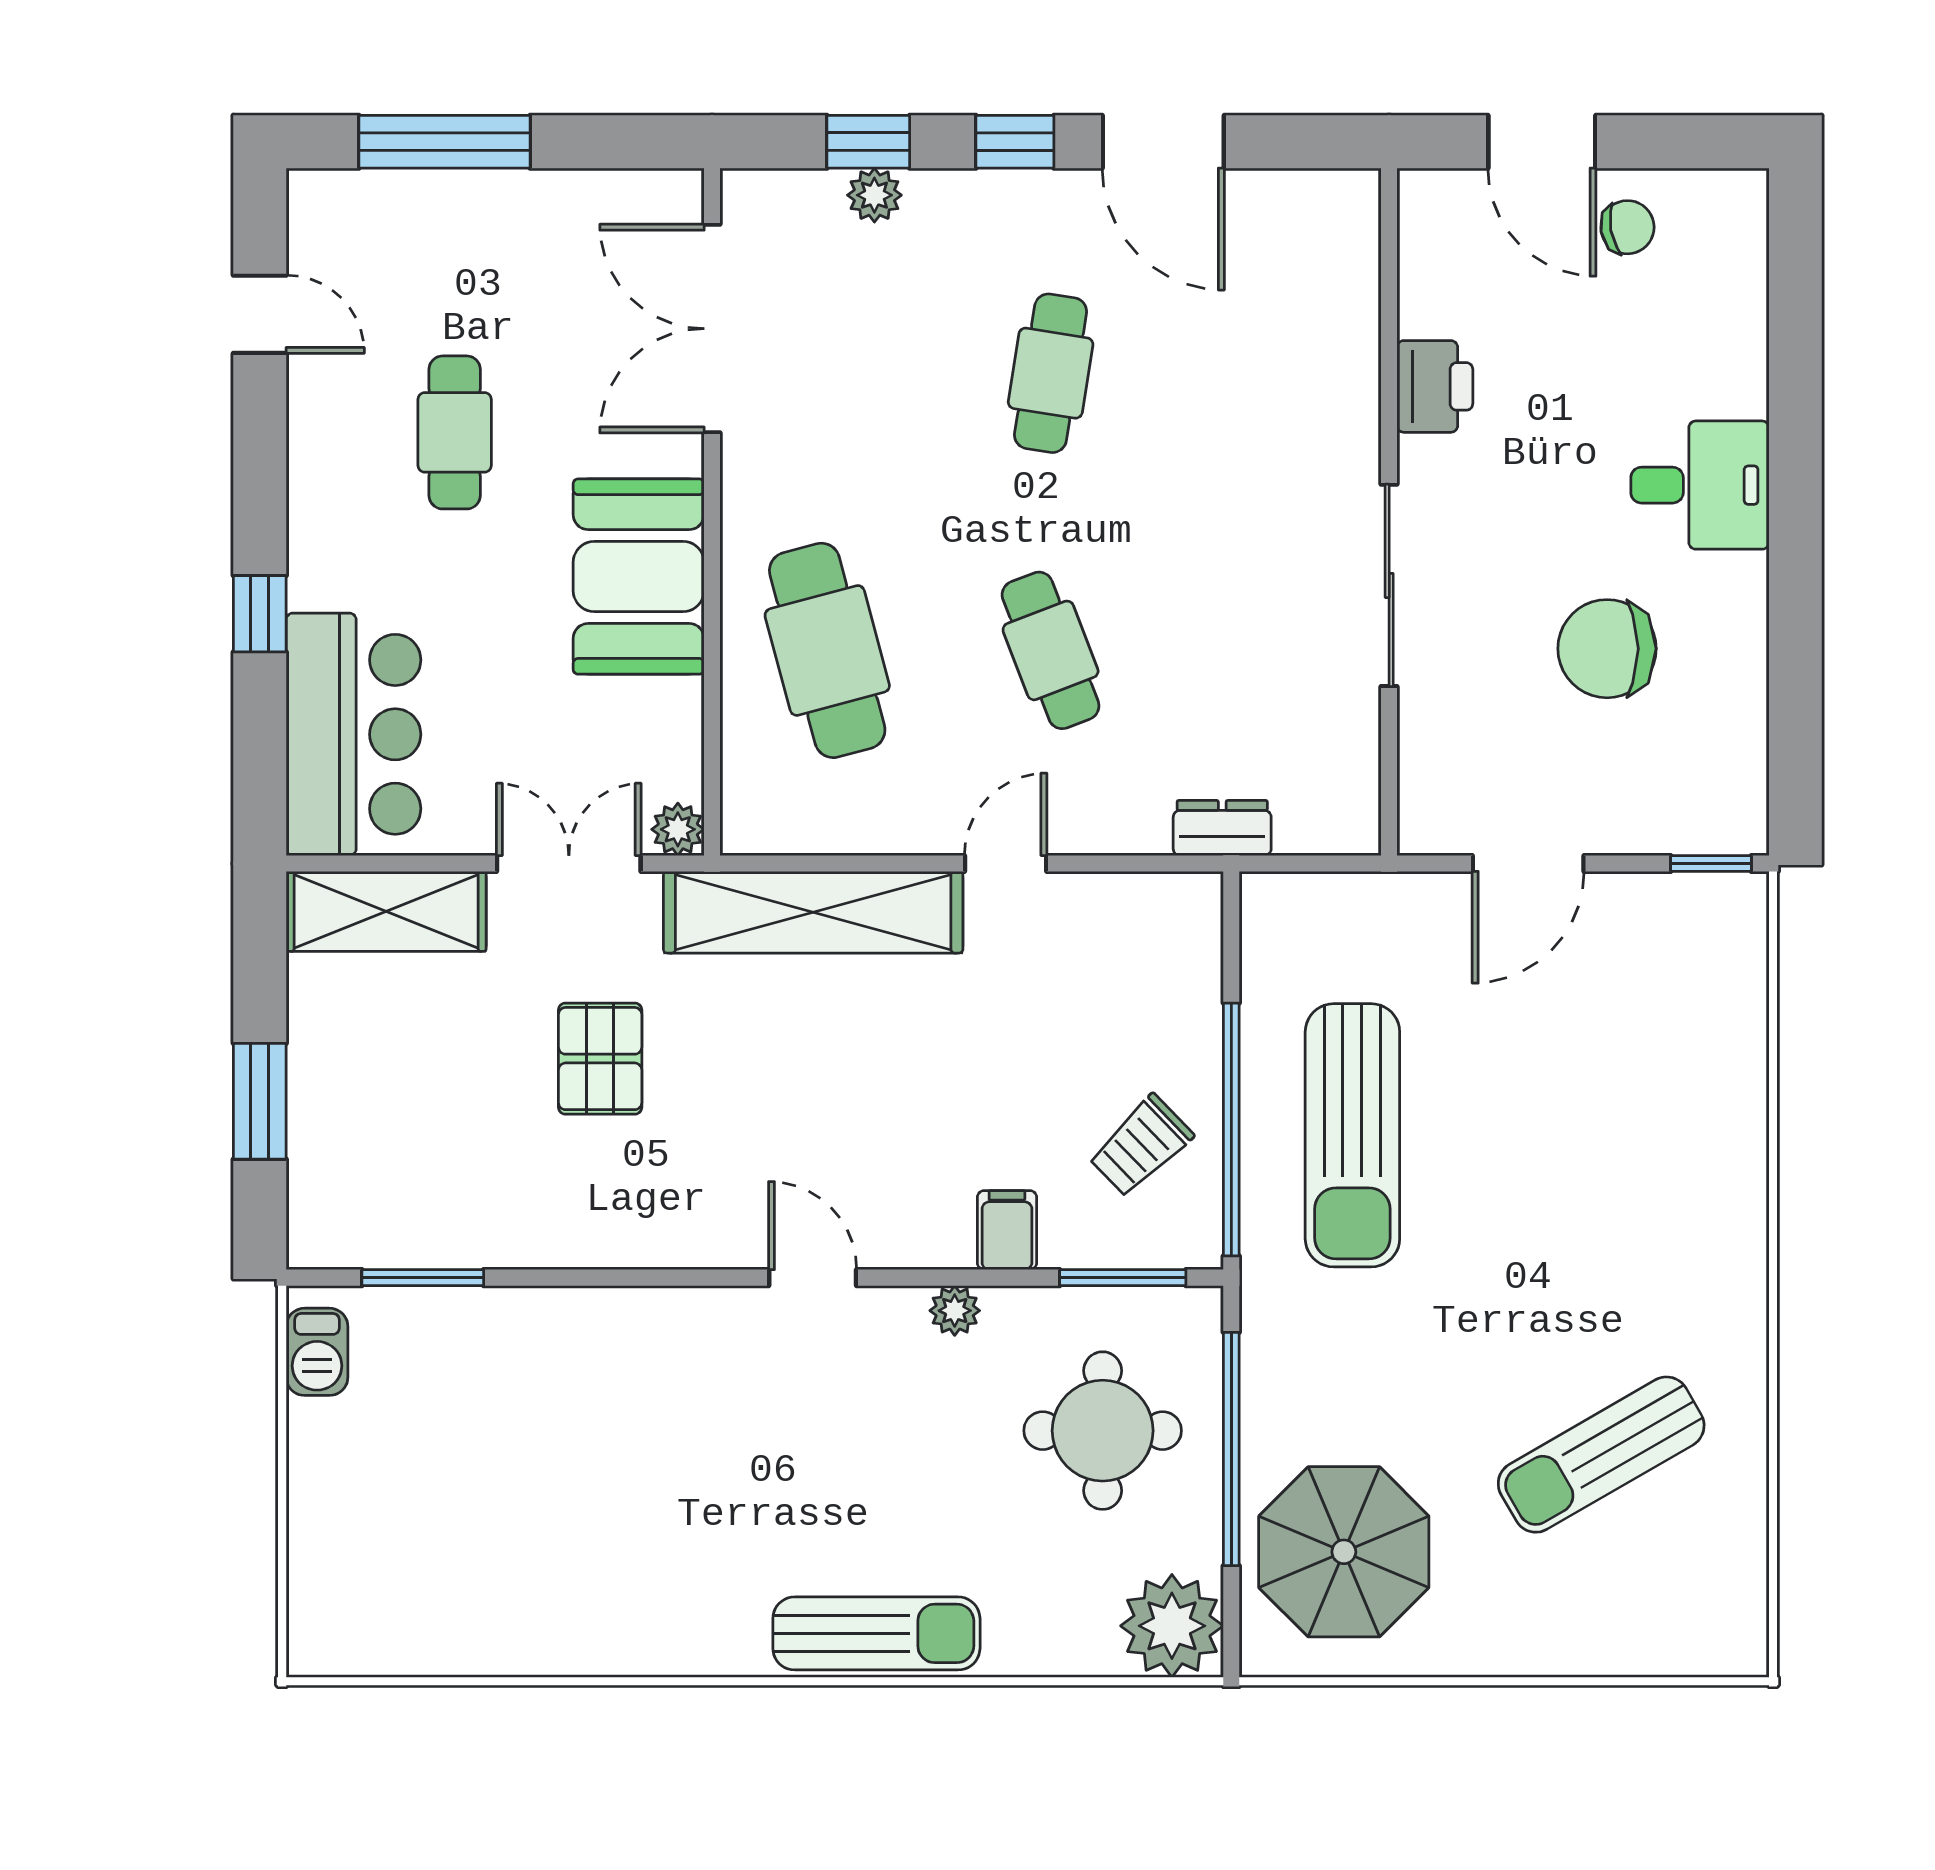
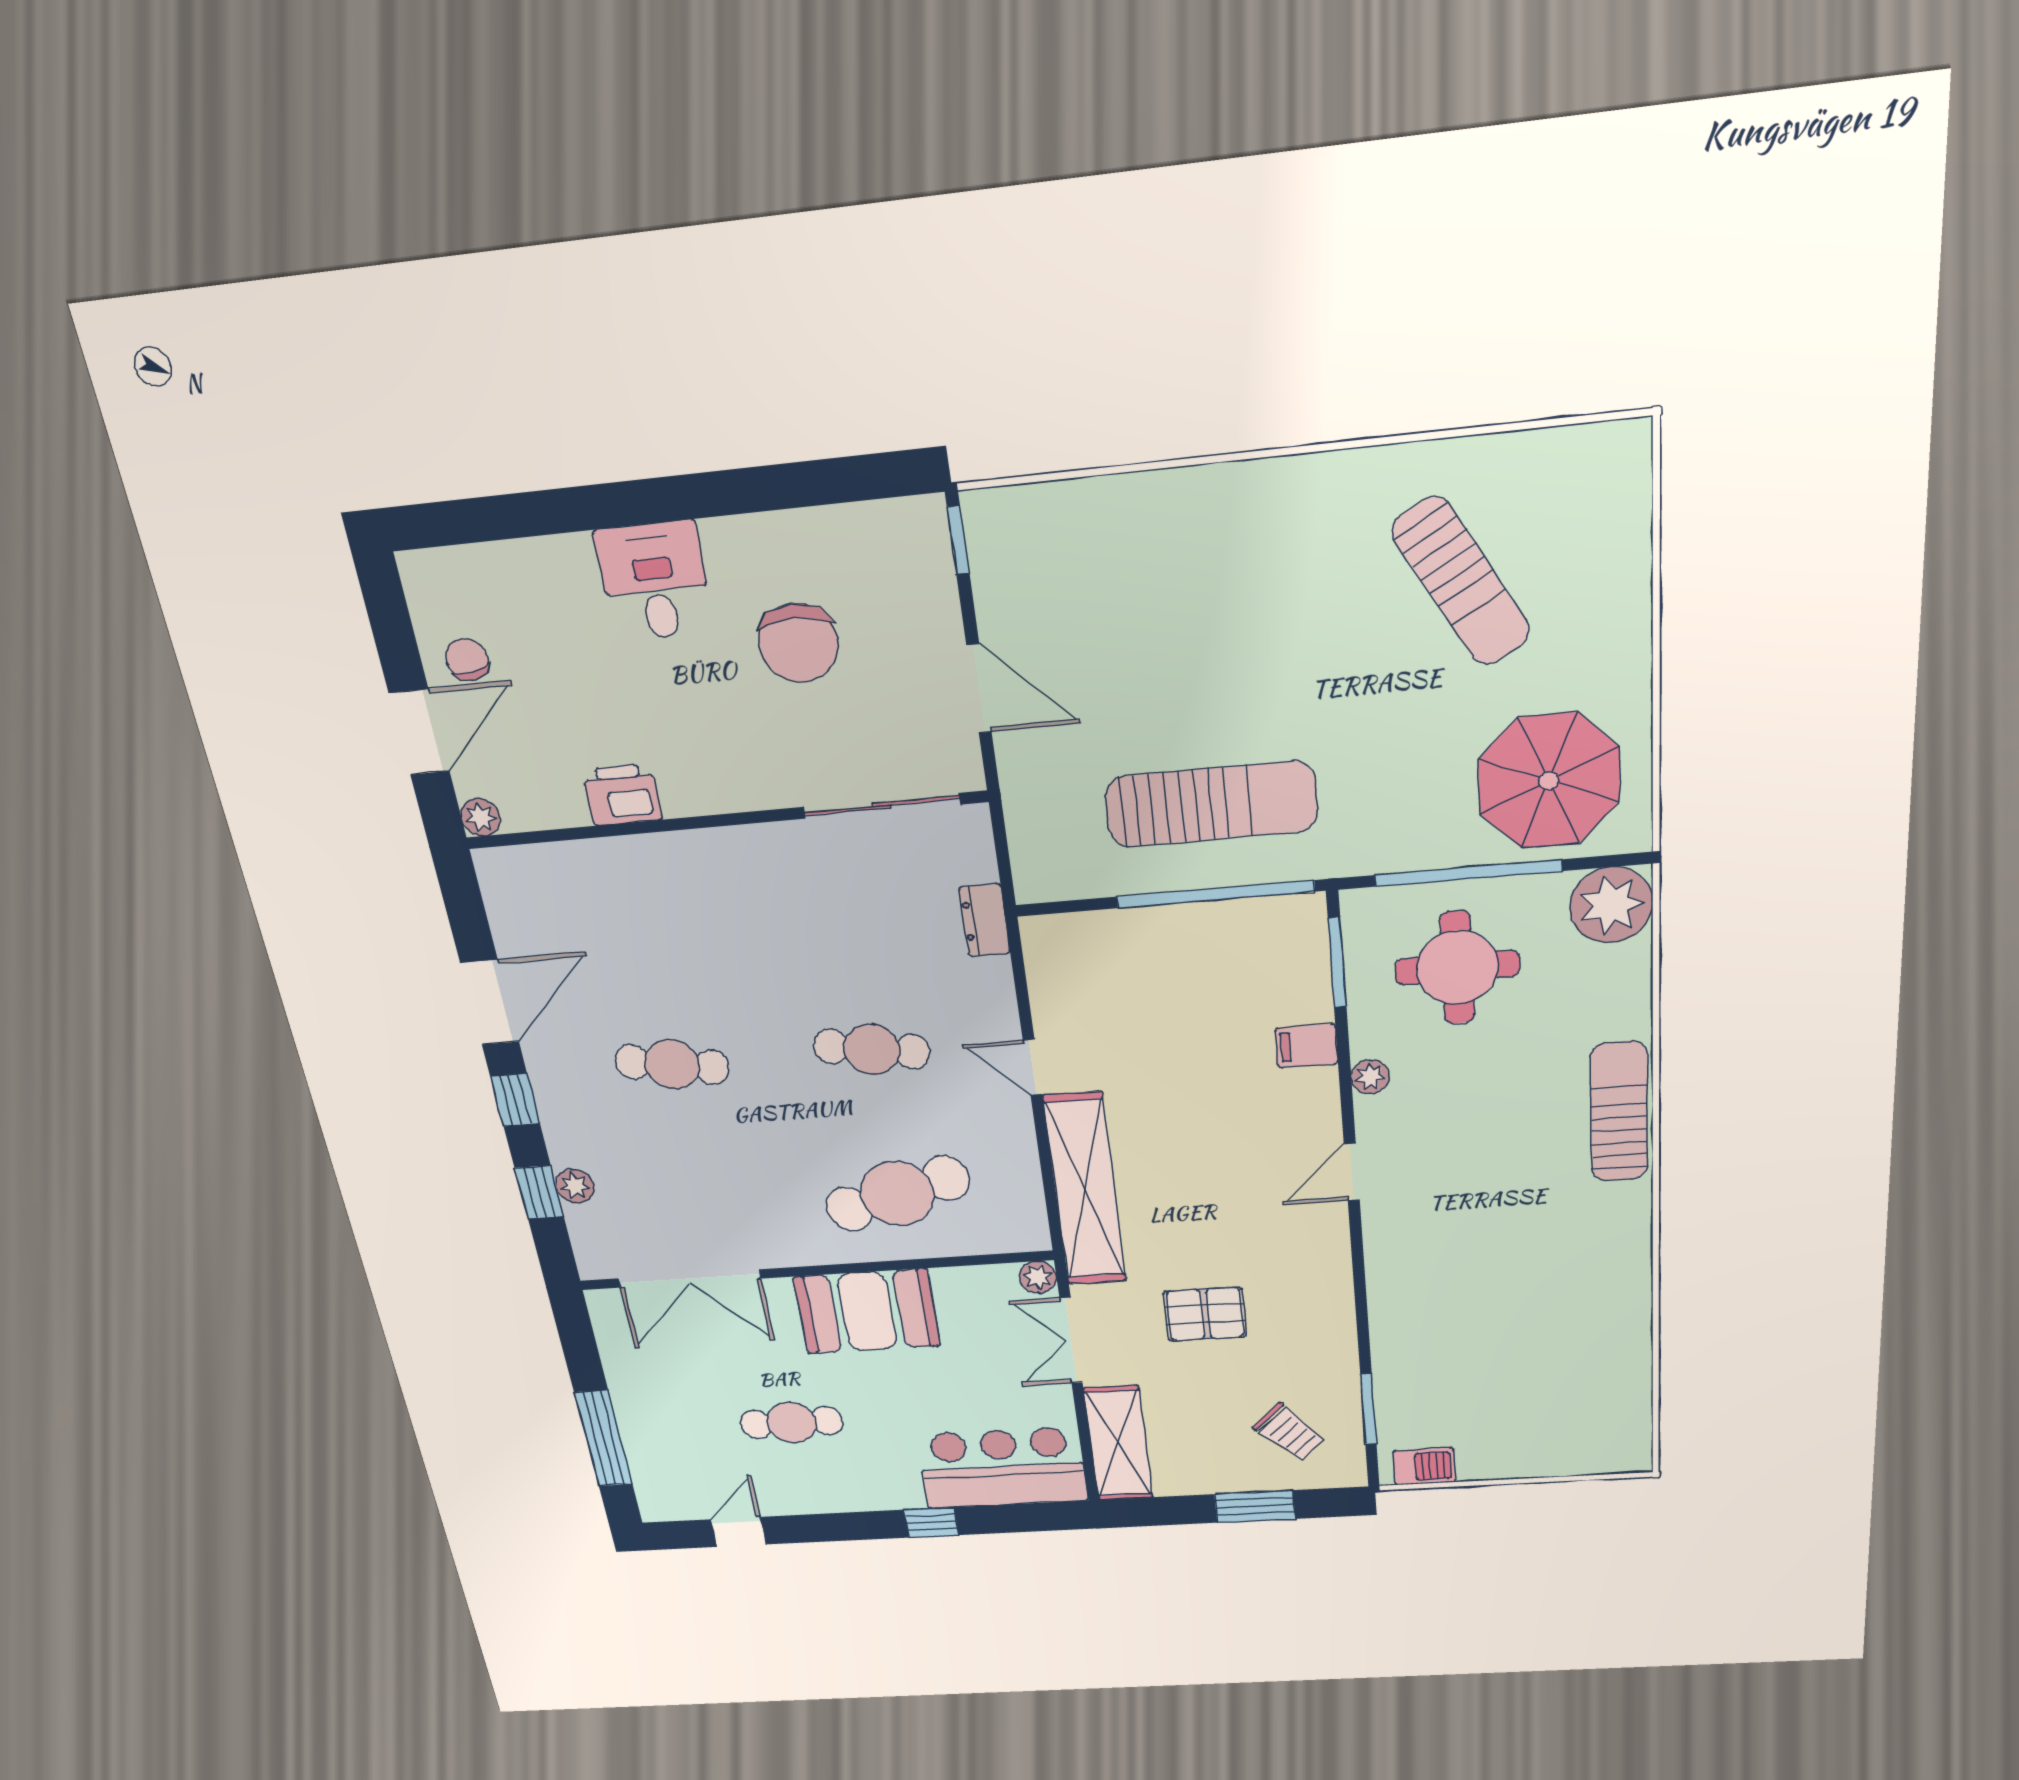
plant: (1422, 194) -> (481, 817), added
sliding door: (1389, 585) -> (882, 806), moved
cafe table: (1051, 650) -> (872, 1049), turned 30
trolley: (1141, 1146) -> (1290, 1433), moved

